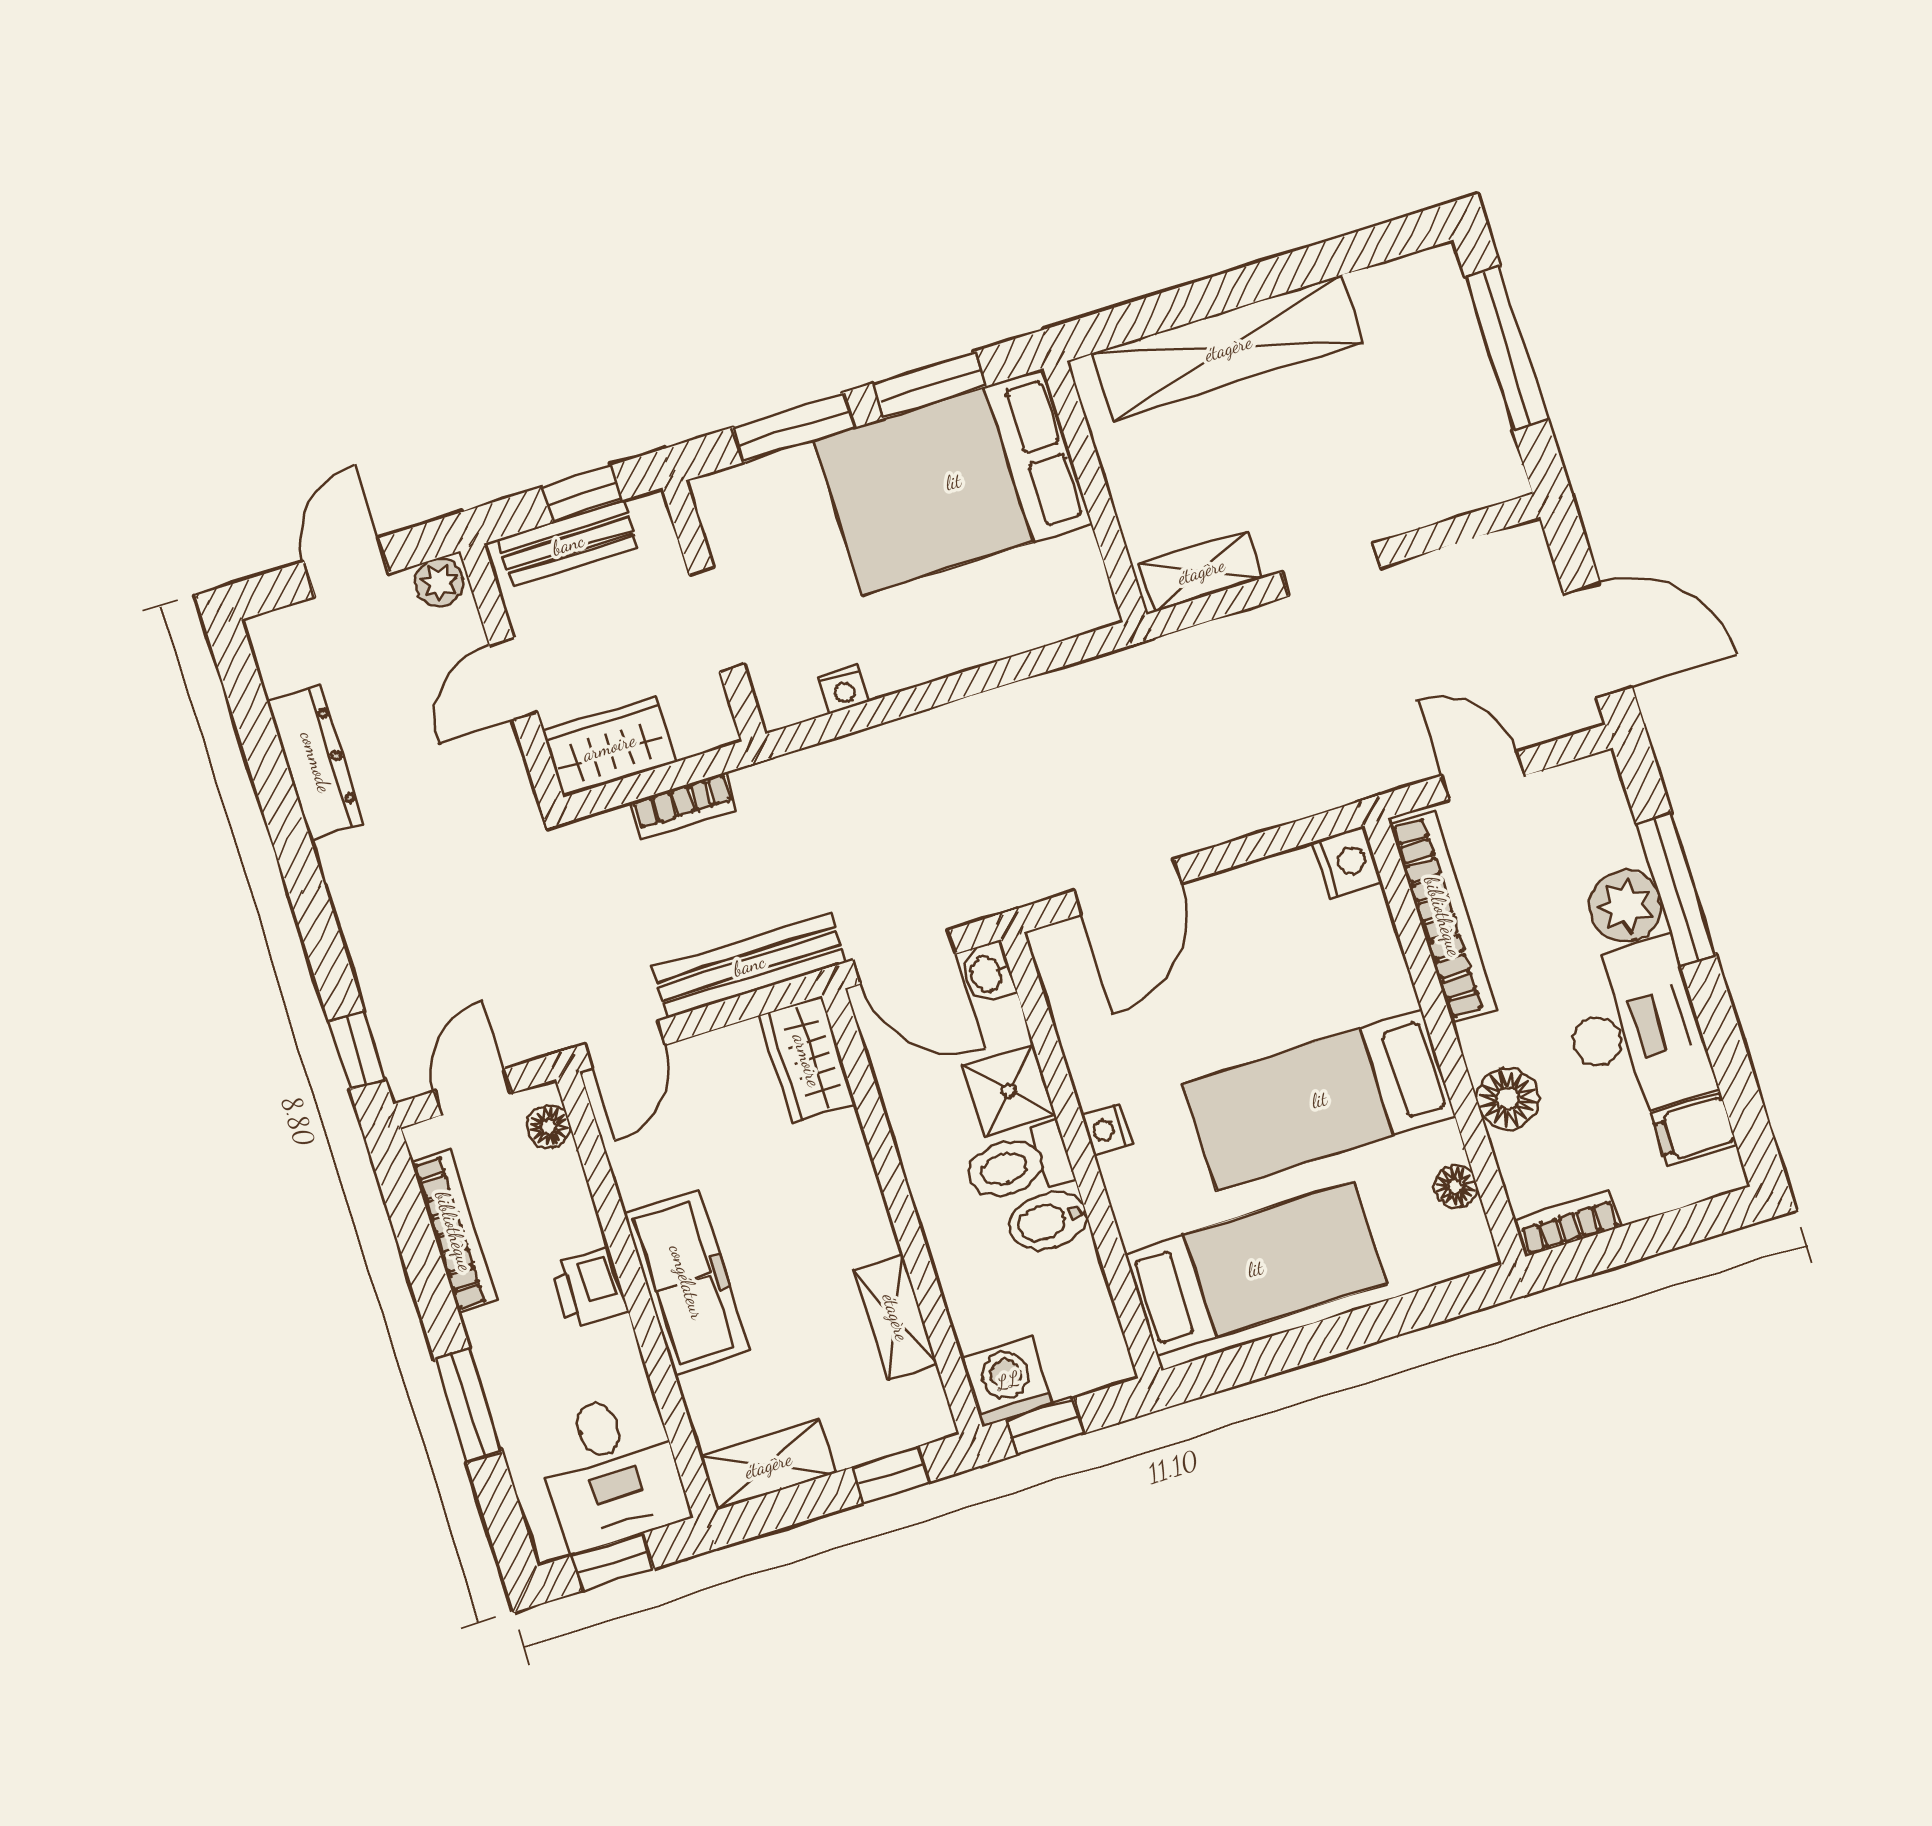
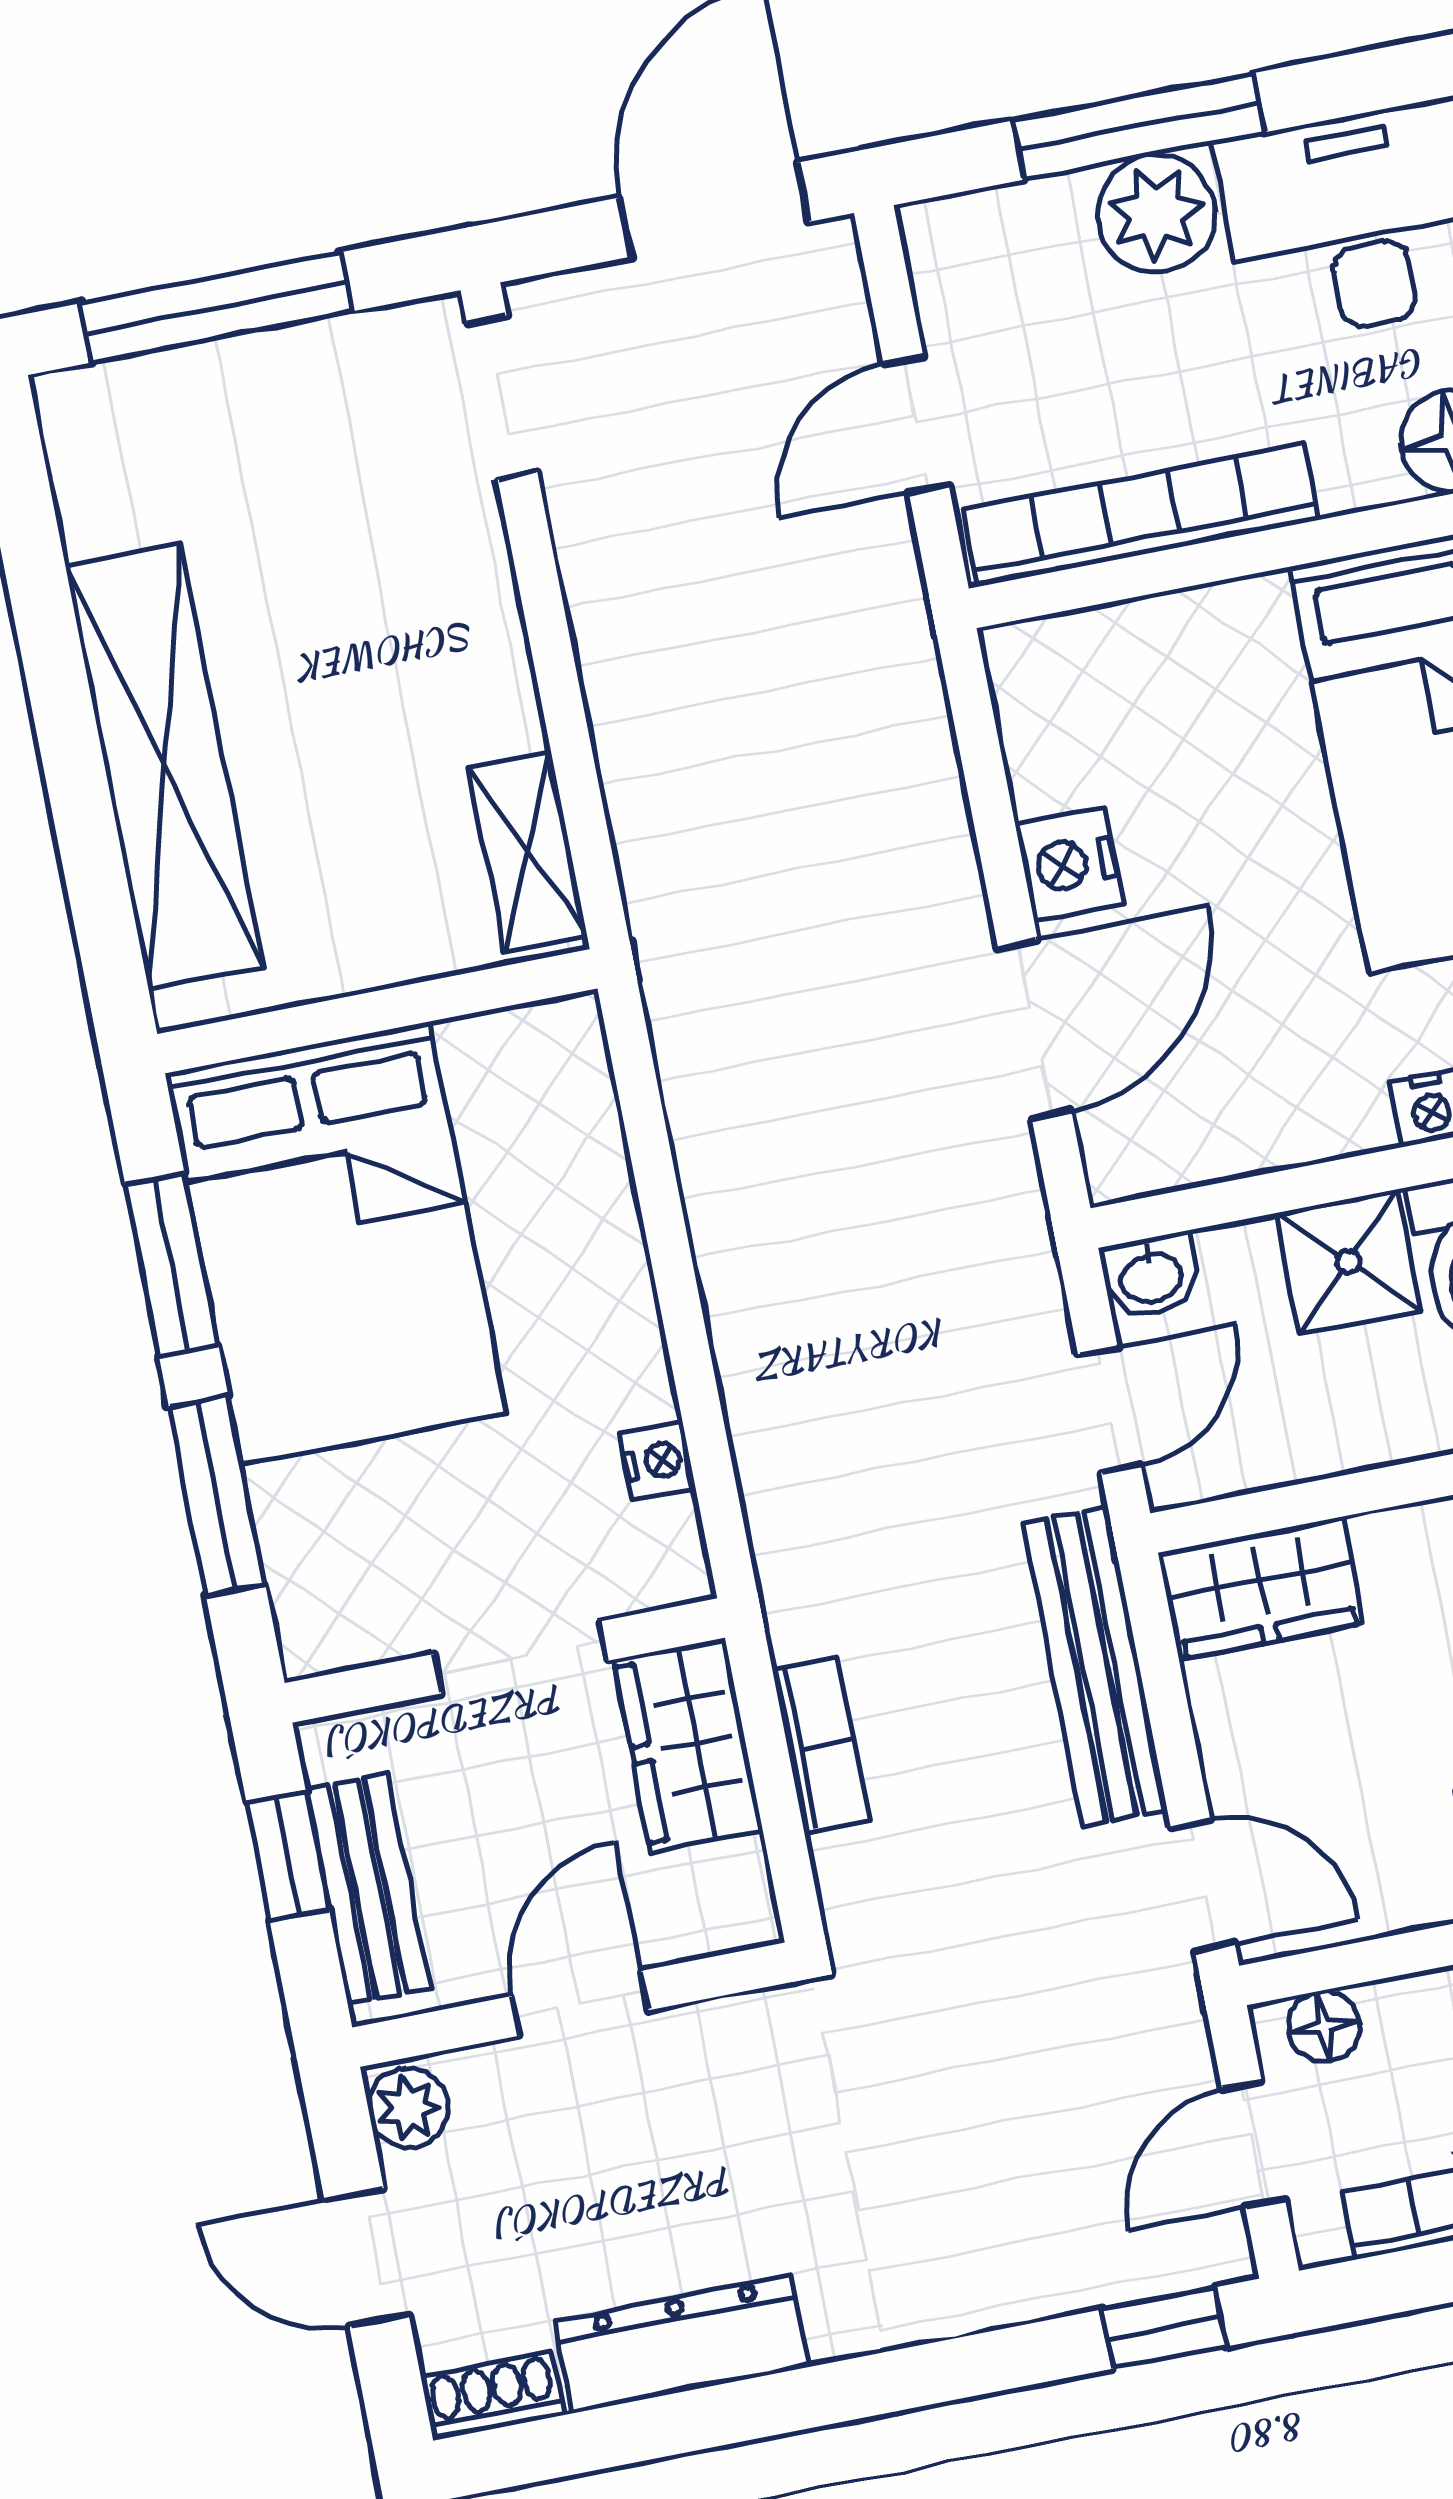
doorway: (1331, 570) -> (502, 398), moved
shoe rack: (272, 652) -> (493, 2396), added
door: (513, 679) -> (580, 2003), swing flipped
wardrobe: (609, 747) -> (688, 1745), moved
nightstand: (1347, 862) -> (1069, 864), moved, turned -90
door: (1128, 887) -> (1035, 1029), hinge flipped
door: (904, 957) -> (1109, 1410), width x0.73
door: (473, 1092) -> (1254, 2145), hinge flipped

